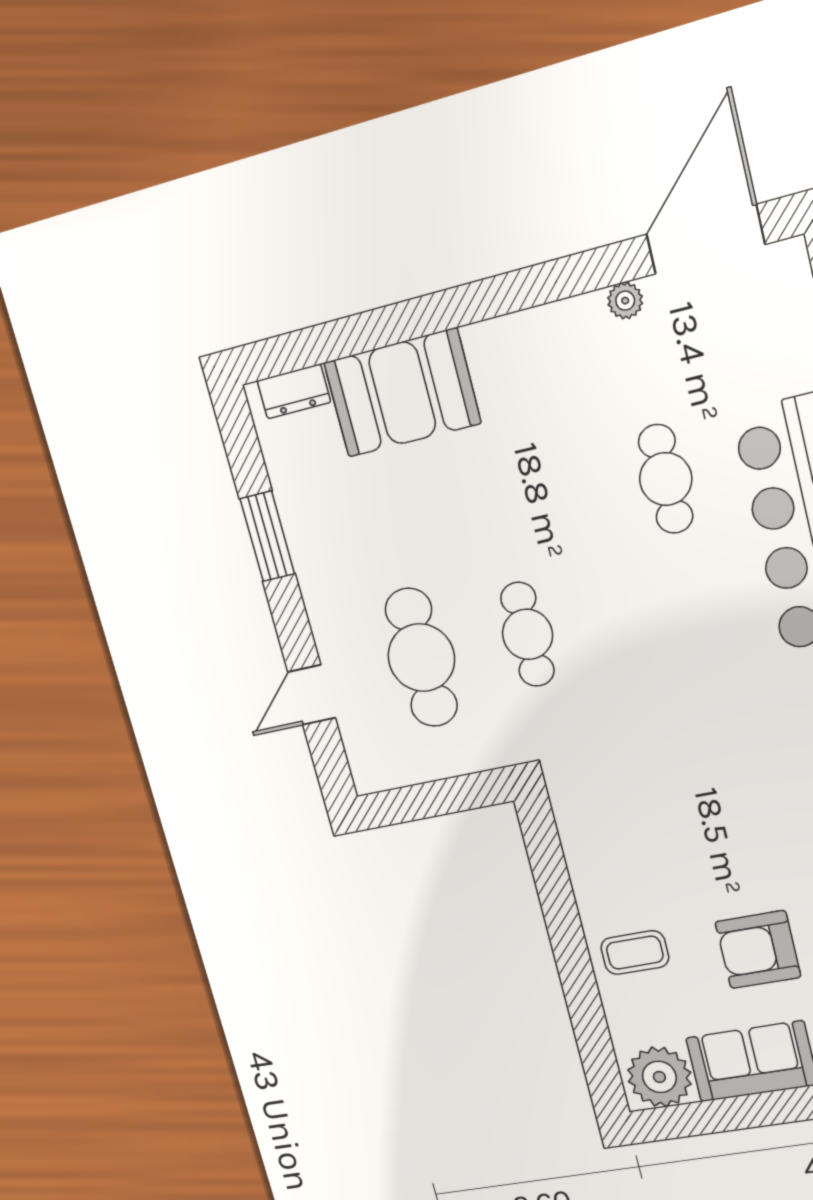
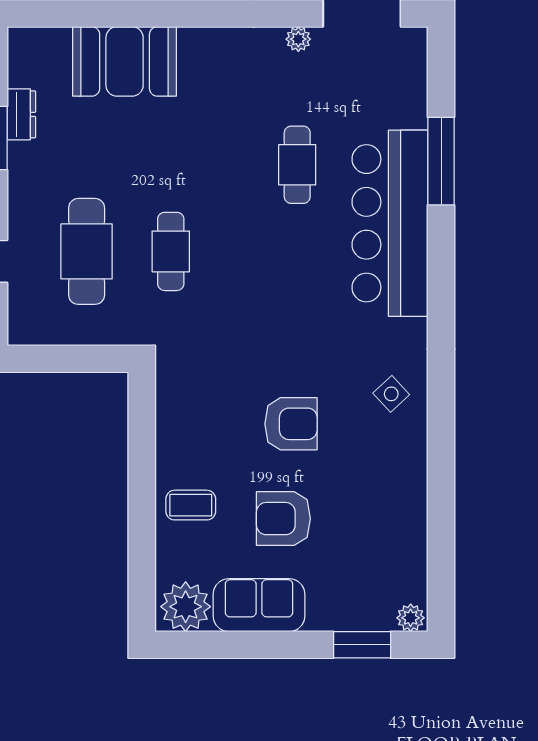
dresser: (294, 391) -> (21, 114), moved, turned -90
armchair: (739, 827) -> (291, 424), added

